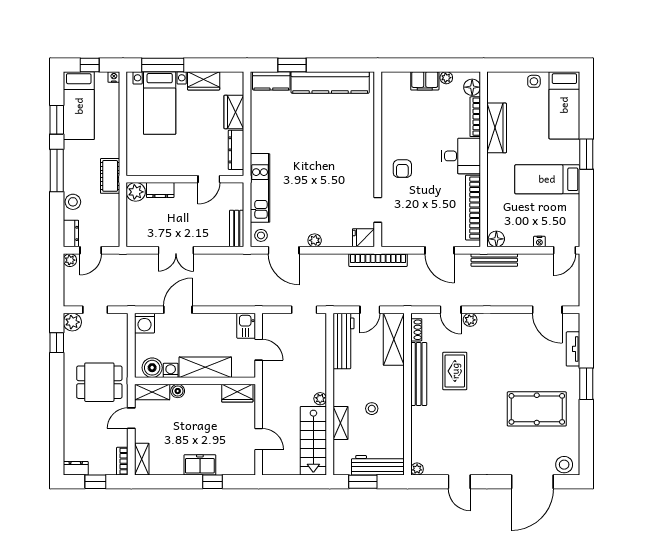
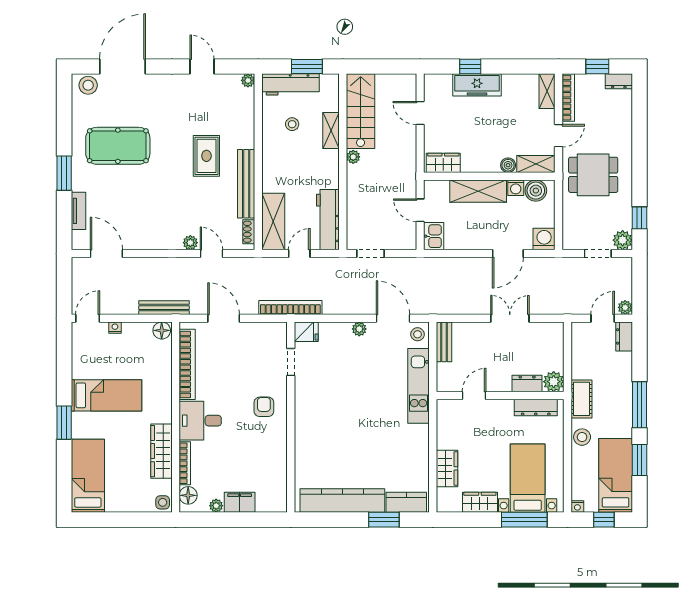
side table: (534, 81) -> (163, 502), moved
dresser: (236, 150) -> (536, 407), moved, turned 90
stool: (73, 202) -> (582, 437), moved
rug: (455, 371) -> (206, 156), moved
stool: (372, 409) -> (292, 124), moved
bookcase: (122, 461) -> (568, 98), width x1.56
freezer: (200, 465) -> (477, 85), width x1.40

